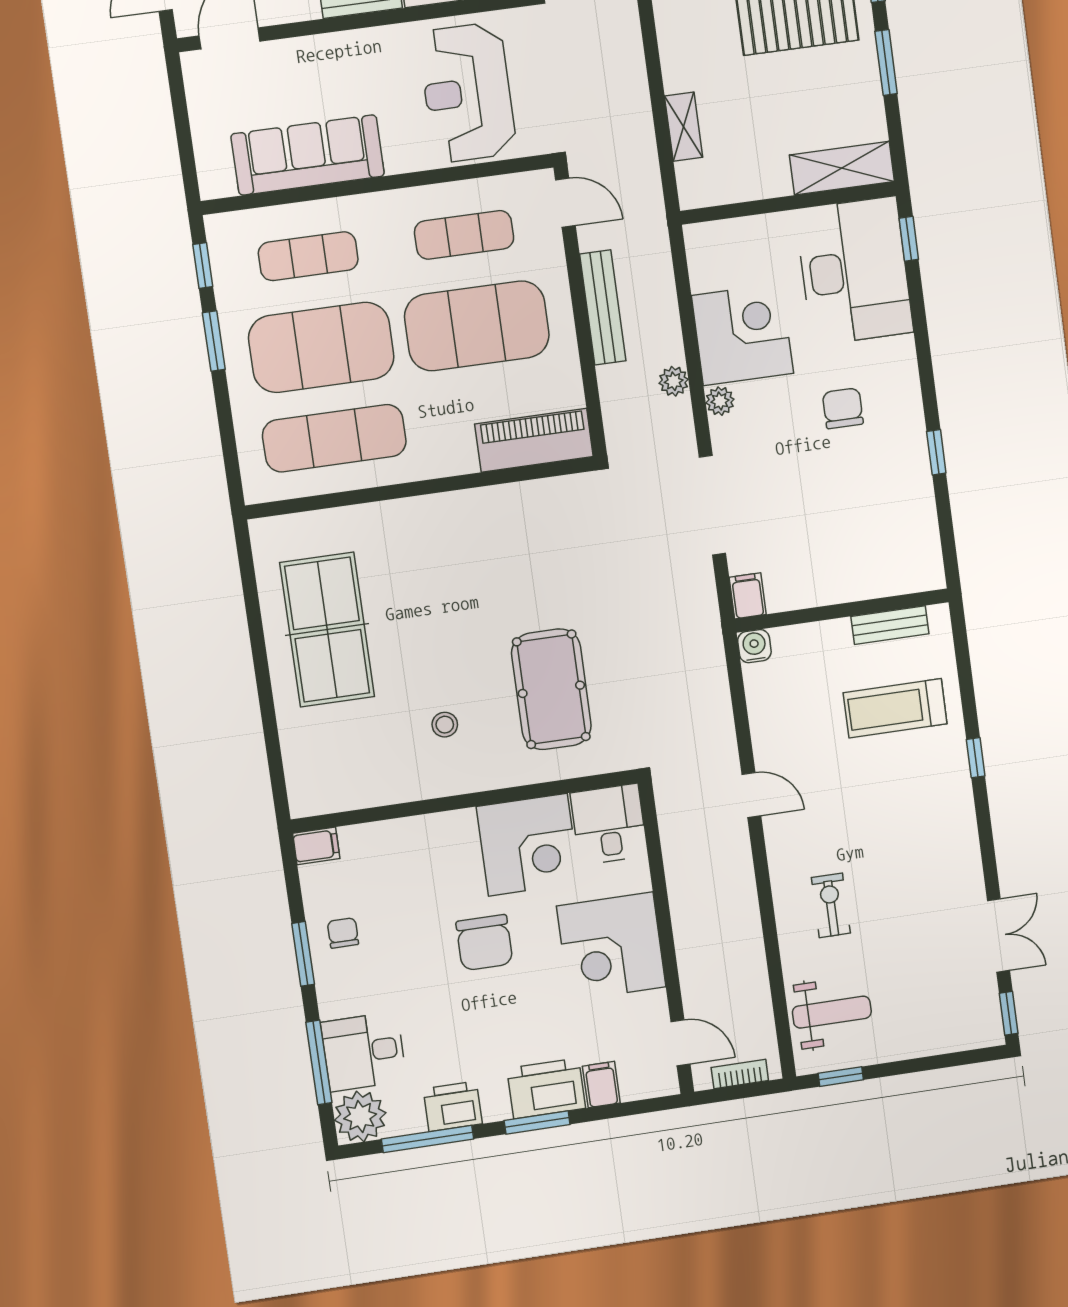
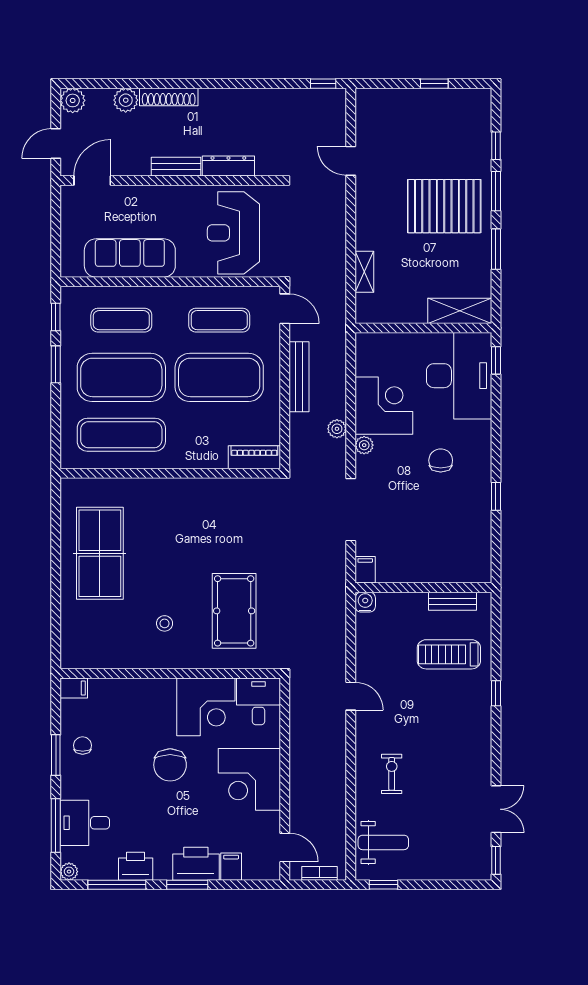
piano: (534, 440) -> (254, 457), width x0.73, depth x0.75
plant: (360, 1116) -> (69, 872), width x0.53, depth x0.53

